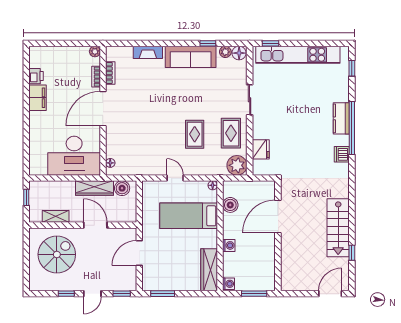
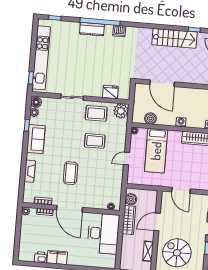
sofa: (191, 57) -> (36, 139), width x0.73
coffee table: (150, 106) -> (71, 173), added

